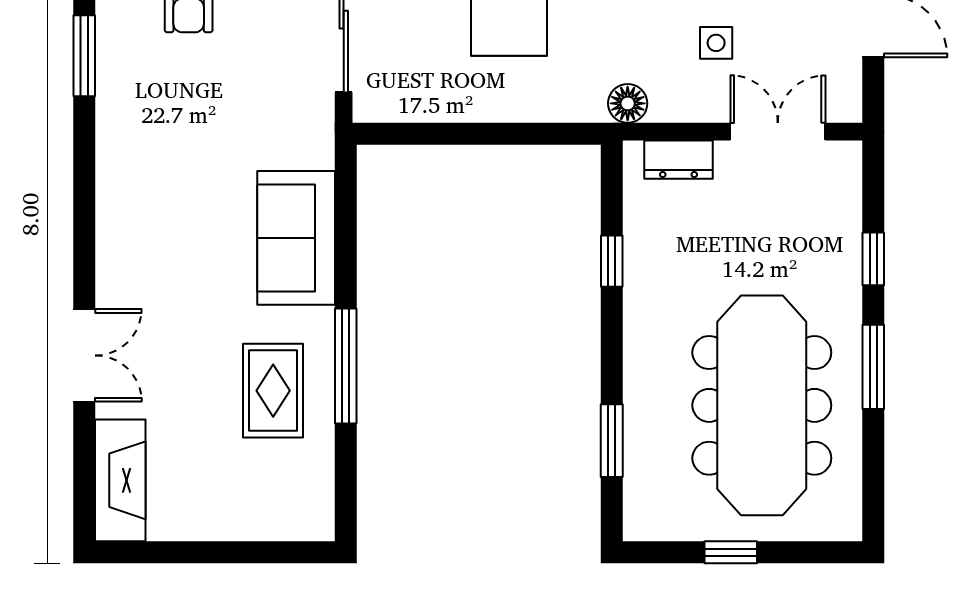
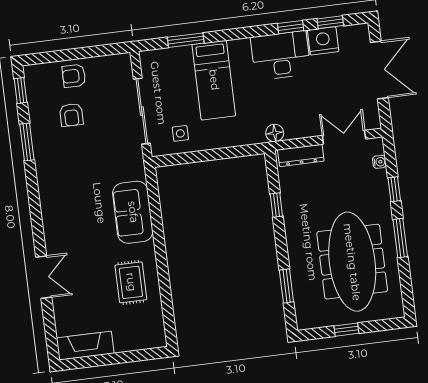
side table: (716, 43) -> (180, 133), moved
dresser: (678, 160) -> (301, 155), width x1.44
water cooler: (848, 195) -> (379, 162), added
window: (346, 366) -> (162, 267), removed
fireplace: (120, 480) -> (85, 346), moved, turned -90

